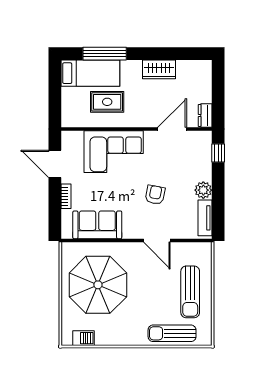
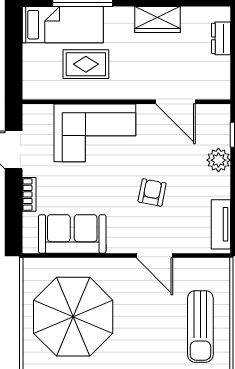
dresser: (205, 115) -> (221, 38), moved
door: (172, 129) -> (176, 102), swing flipped
plant: (203, 190) -> (218, 160), moved

